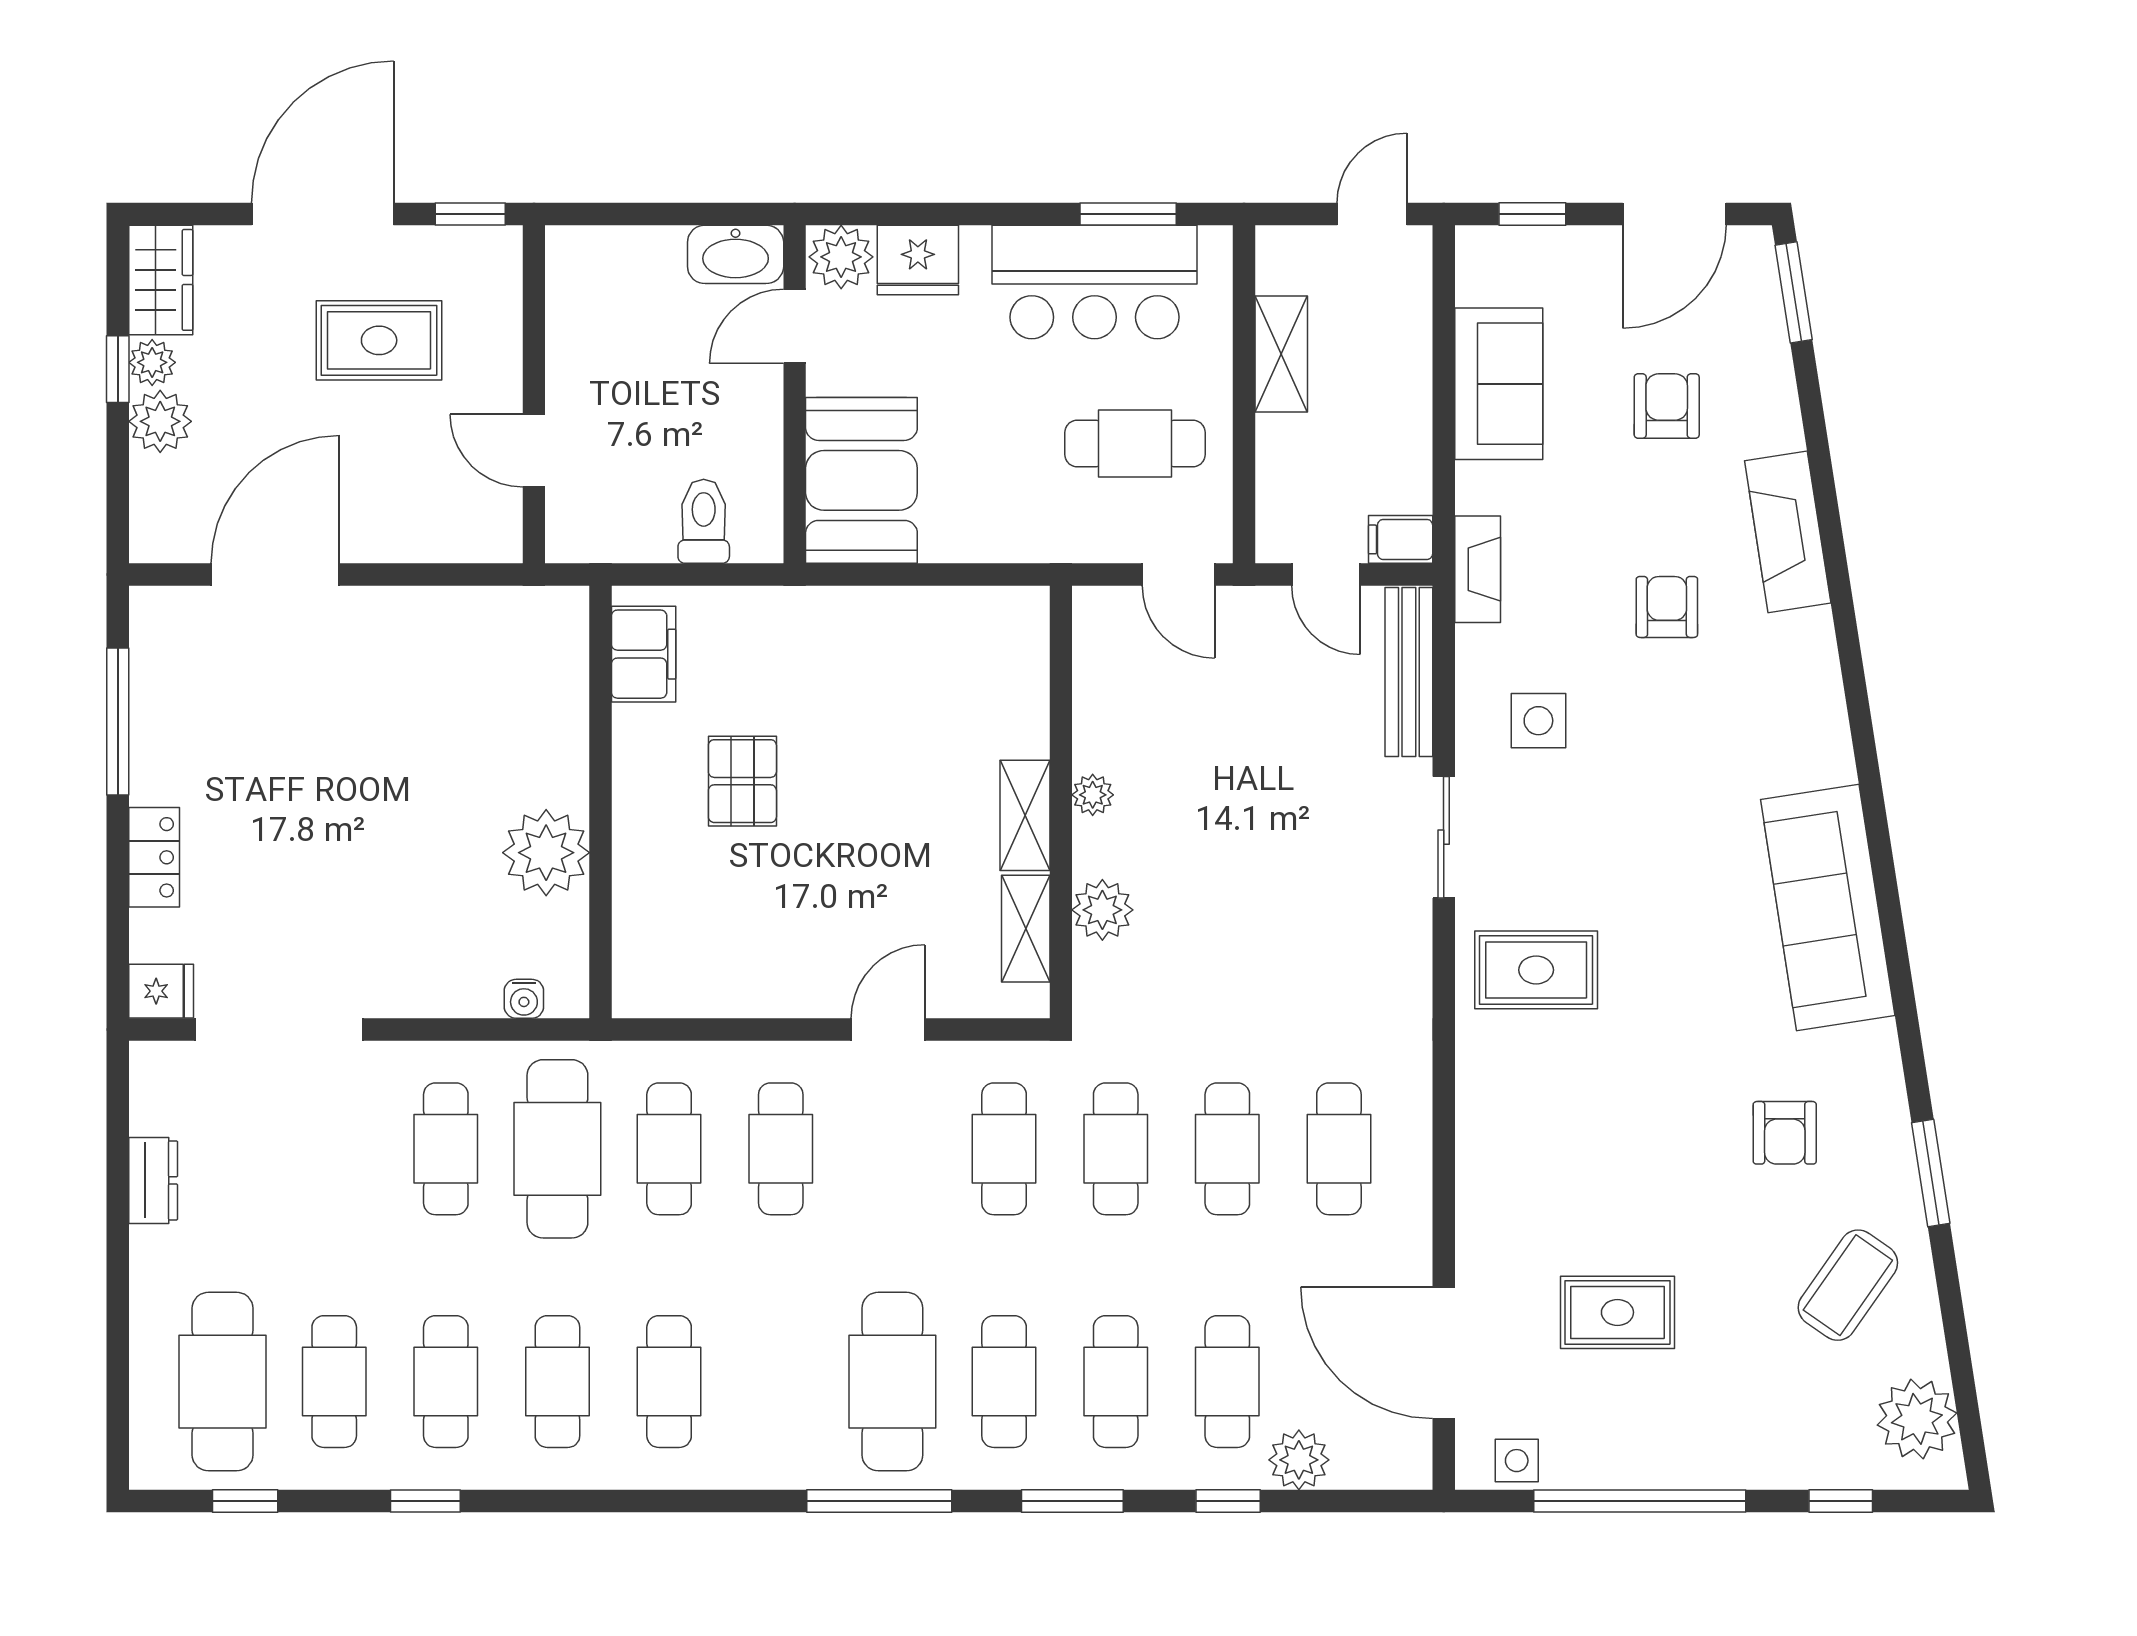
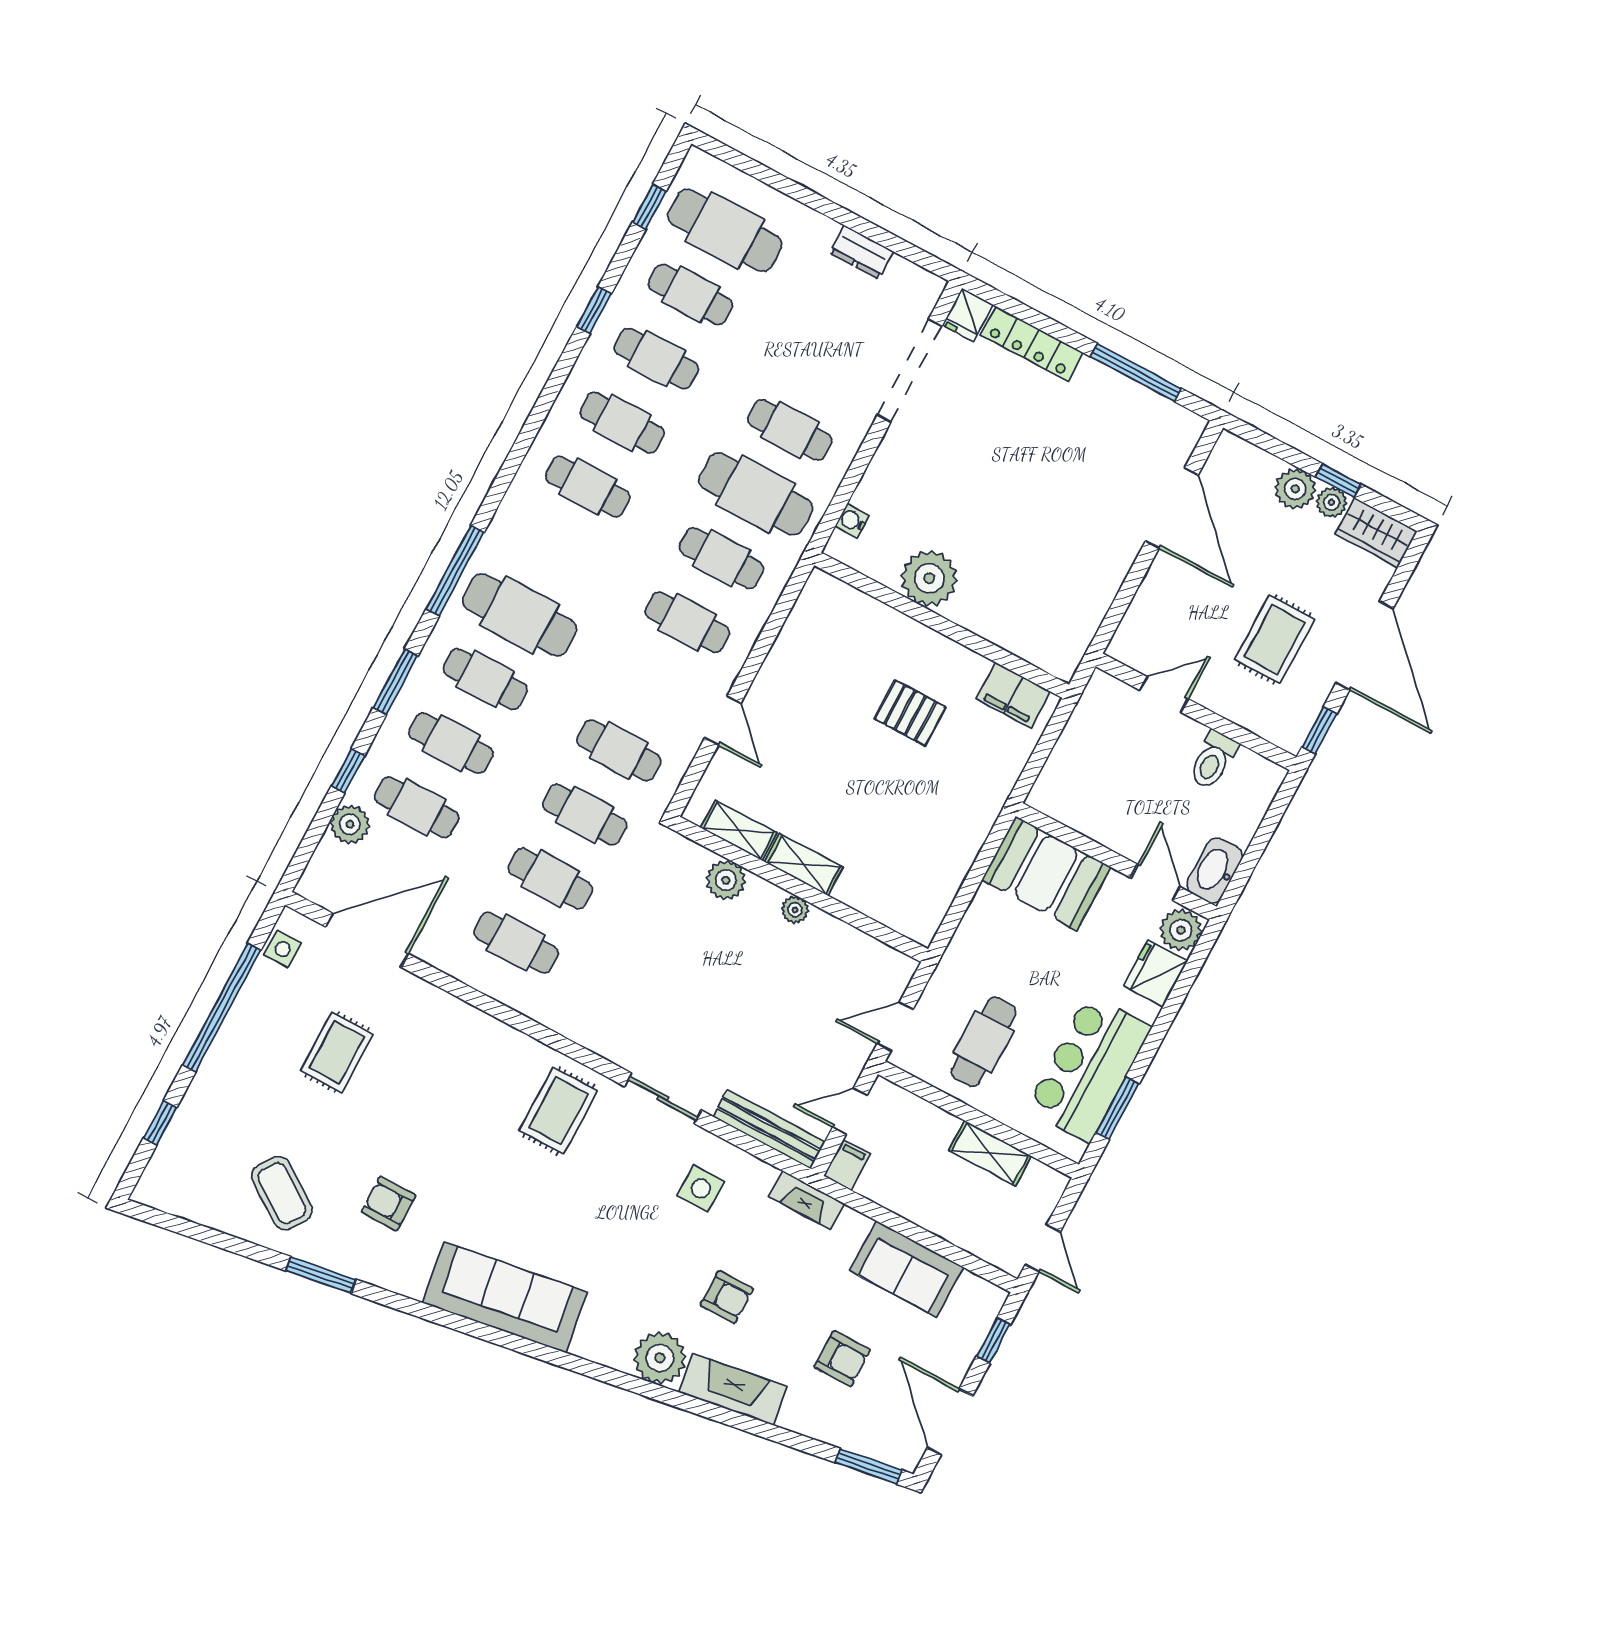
toilet: (704, 521) -> (1213, 760), moved, turned 90
locker: (154, 857) -> (1032, 344), width x1.53
plant: (1917, 1419) -> (660, 1358), moved

